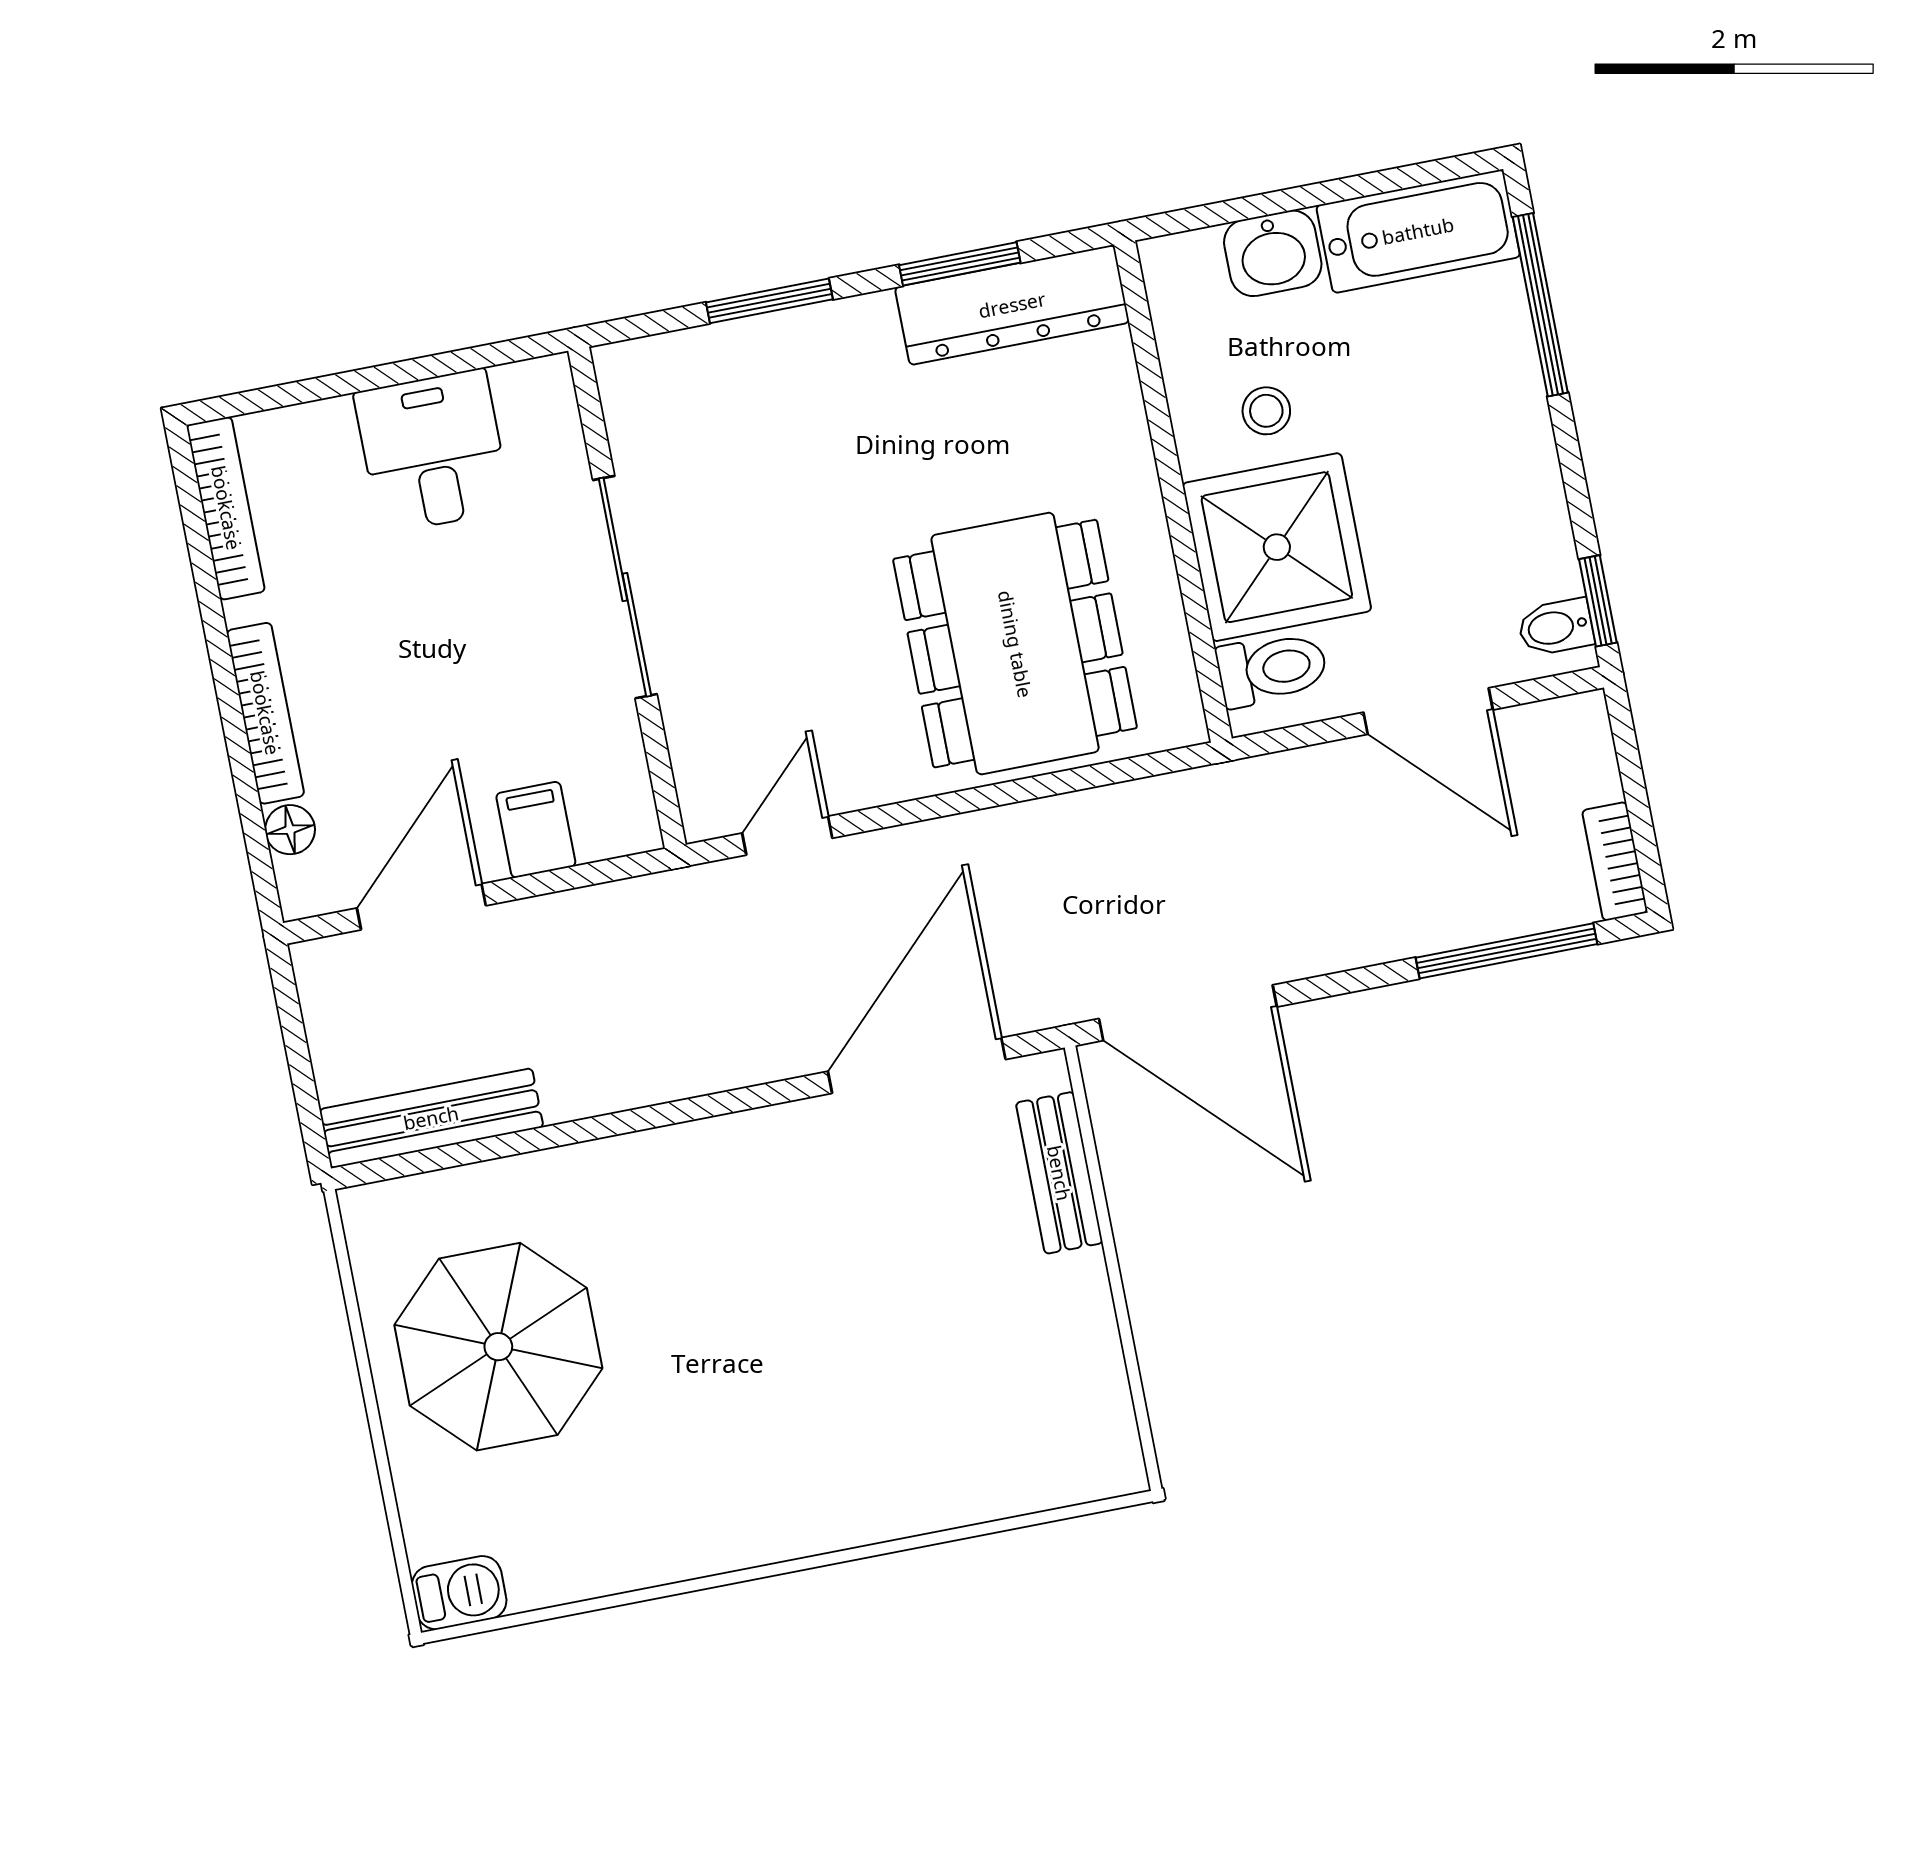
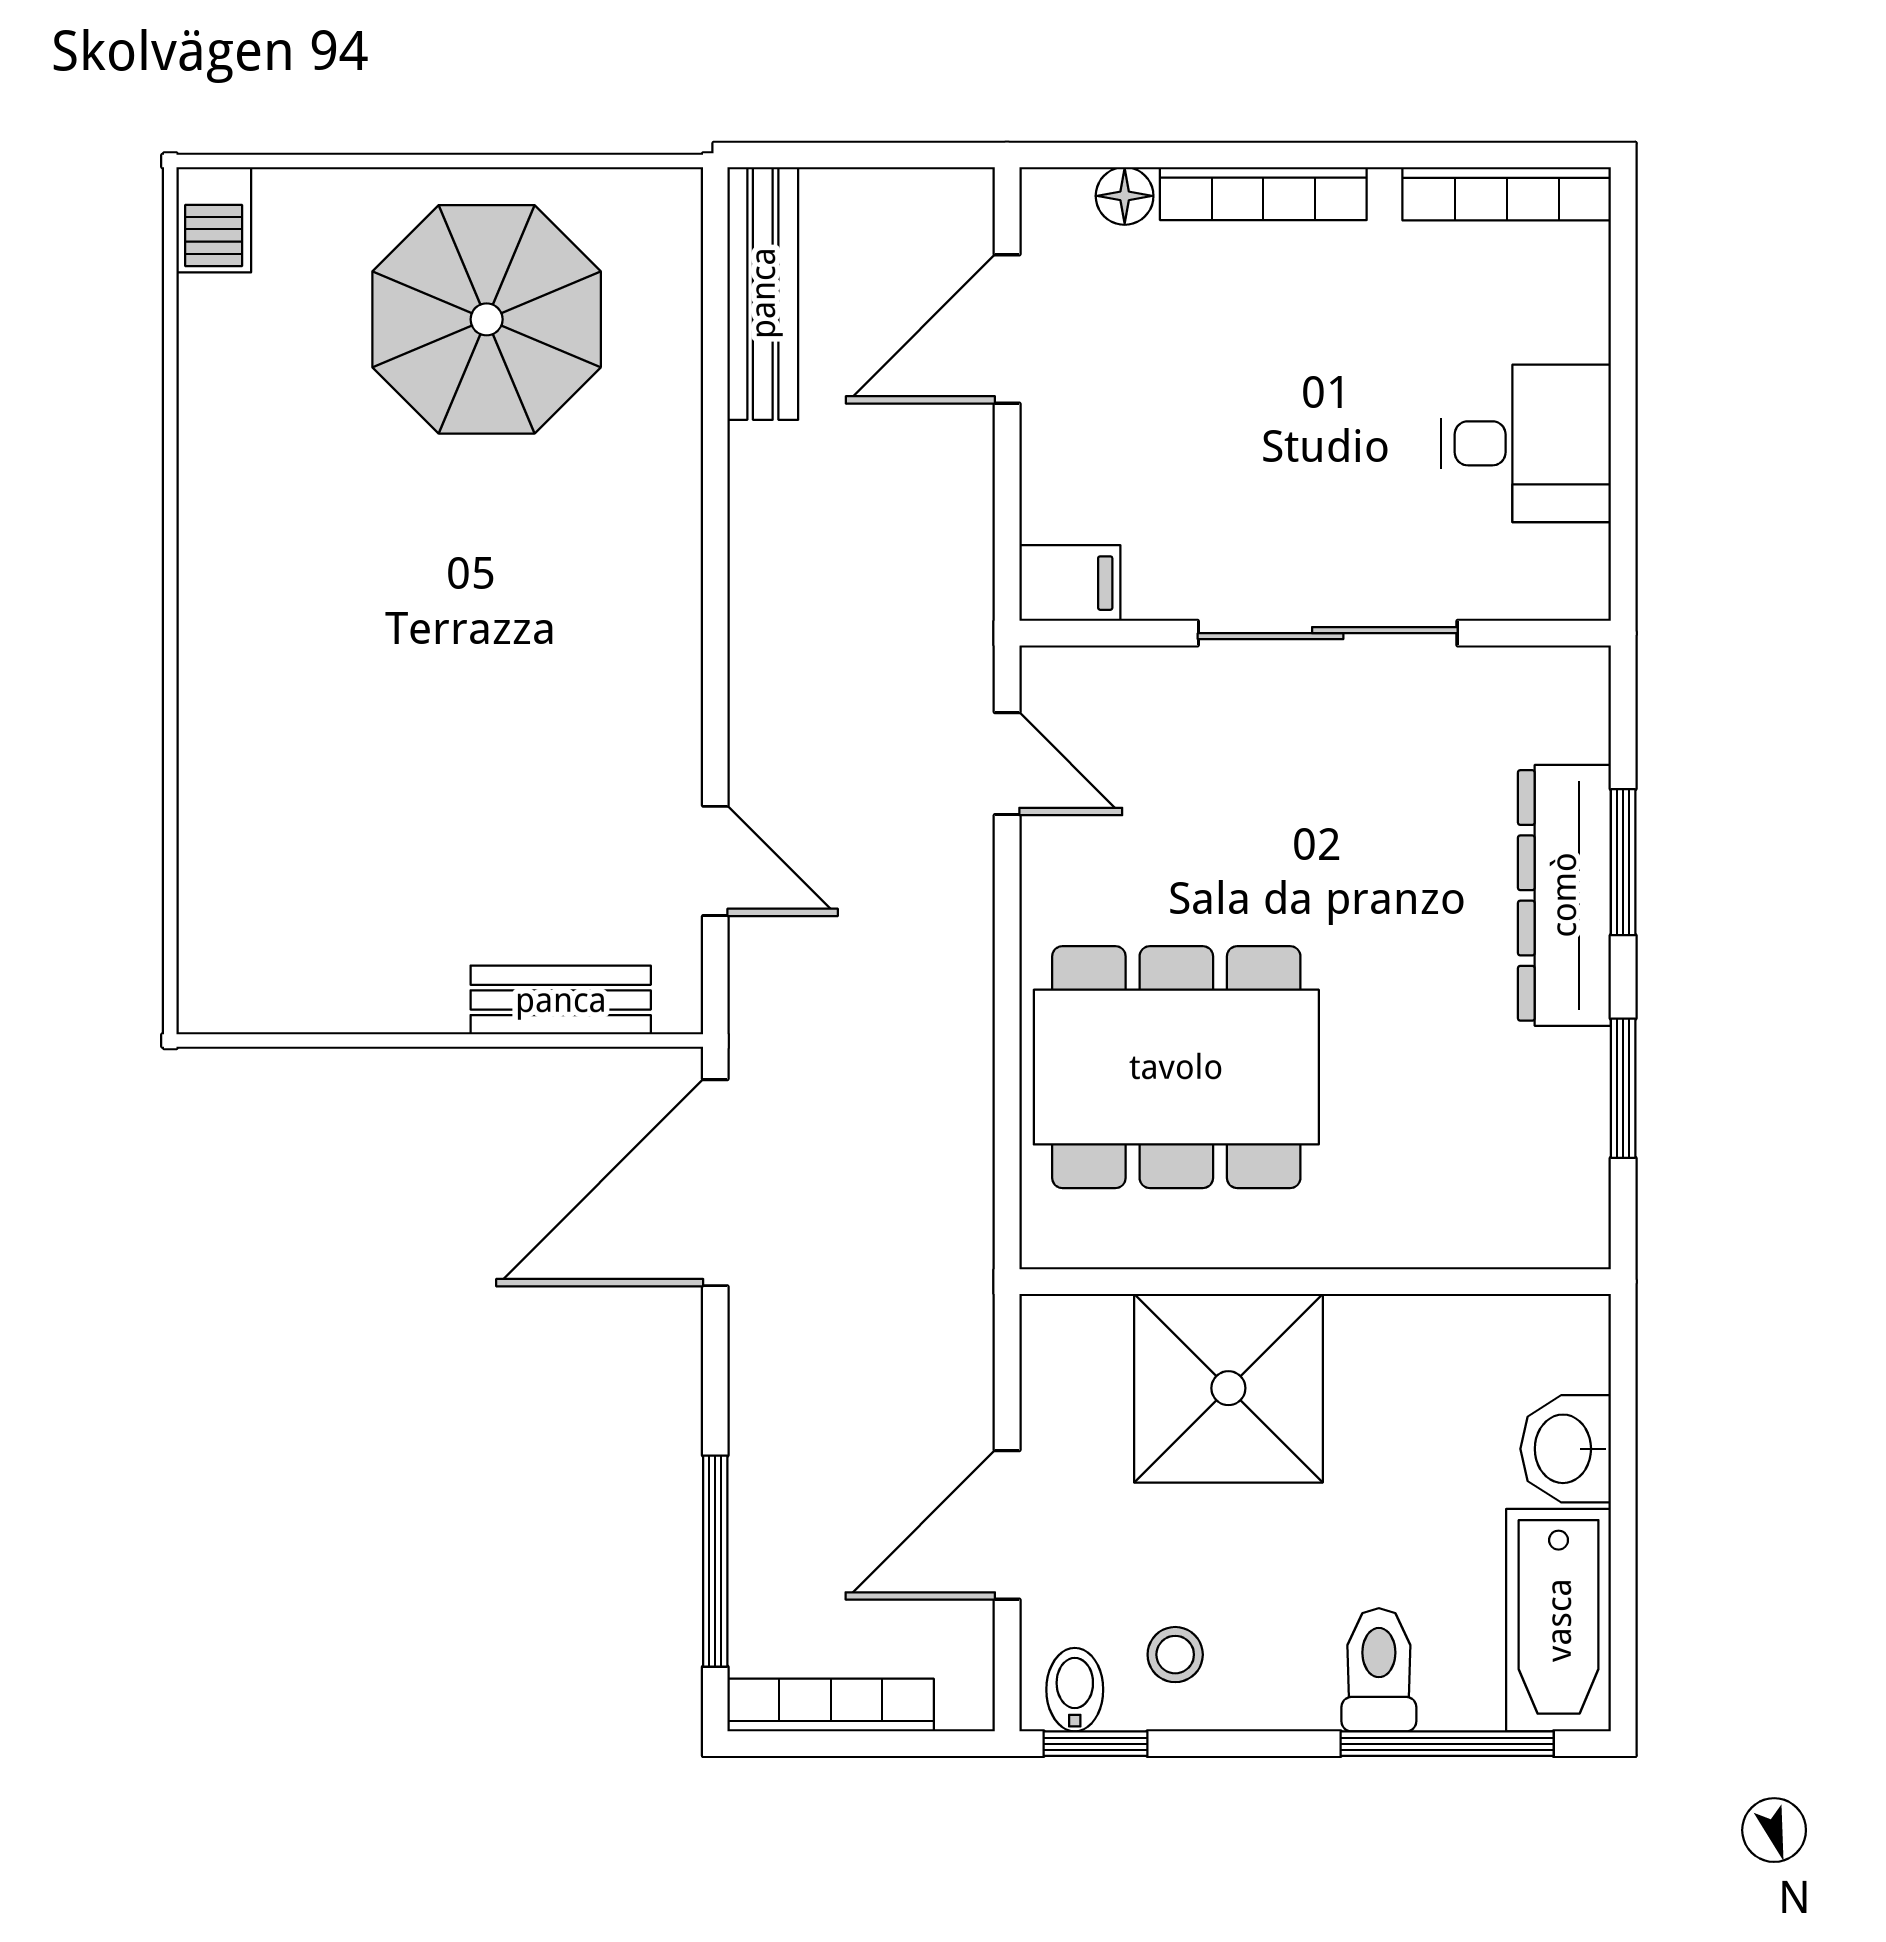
dresser: (1012, 305) -> (1564, 895), moved
stool: (1266, 411) -> (1175, 1655), moved
toilet: (1272, 669) -> (1379, 1670), moved, turned 180
filing cabinet: (536, 830) -> (1070, 583), moved
bookcase: (1615, 861) -> (831, 1705), width x1.56
door: (421, 907) -> (1007, 329), swing flipped
door: (917, 1065) -> (715, 861), width x0.53

